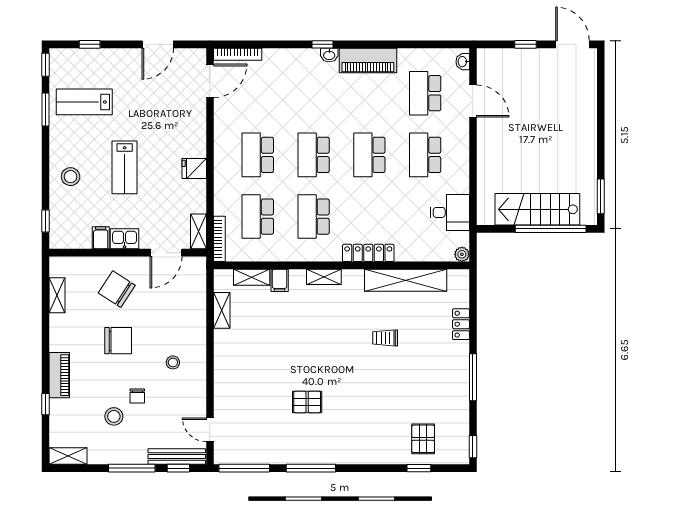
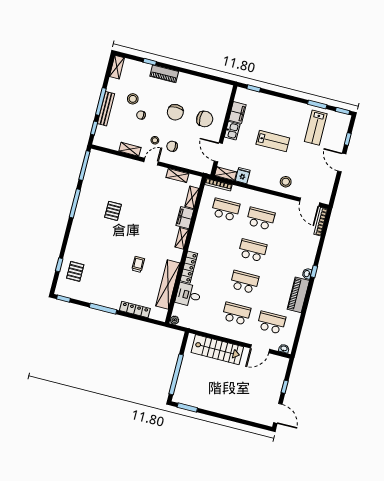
door: (158, 44) -> (342, 162), moved
door: (573, 44) -> (278, 413), hinge flipped
lab bench: (84, 102) -> (316, 128), turned 180
lab bench: (125, 167) -> (273, 141), turned 180
fridge: (194, 169) -> (243, 176), moved
stool: (71, 177) -> (286, 182), moved
stairs: (537, 209) -> (217, 350), moved, turned 90
desk: (450, 212) -> (188, 295), moved, turned 90
school desk: (314, 217) -> (217, 241), removed
filing cabinet: (101, 238) -> (237, 113), width x2.00
filing cabinet: (280, 280) -> (185, 218), width x2.00
chair: (117, 289) -> (205, 119), turned 57
shelving: (57, 295) -> (130, 149), moved
locker: (461, 324) -> (135, 310), width x1.53
chair: (176, 332) -> (172, 146), added
door: (210, 430) -> (151, 162), moved
pallet: (423, 439) -> (75, 271), turned 90
bench: (177, 456) -> (106, 109), moved

